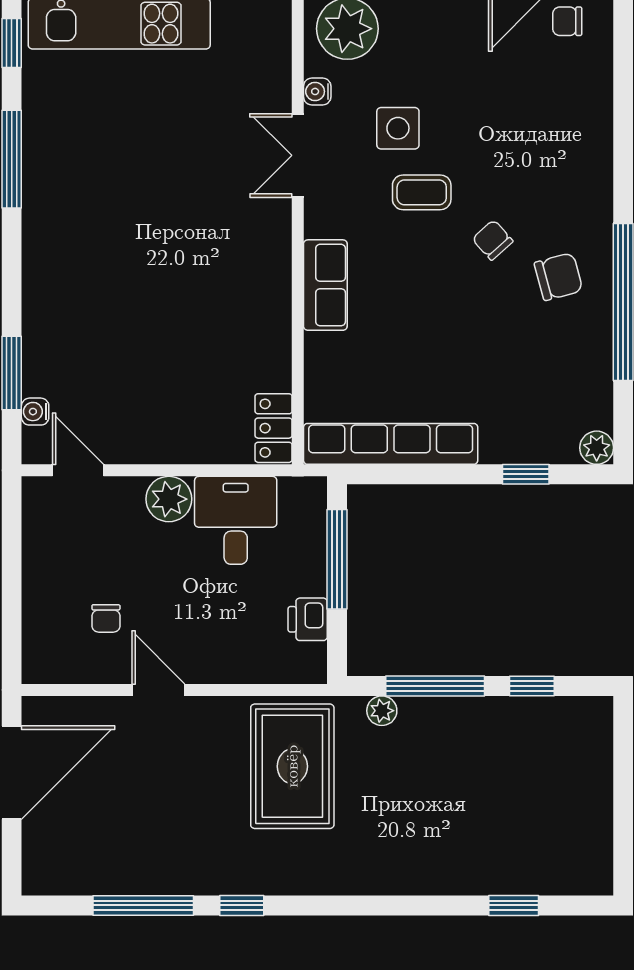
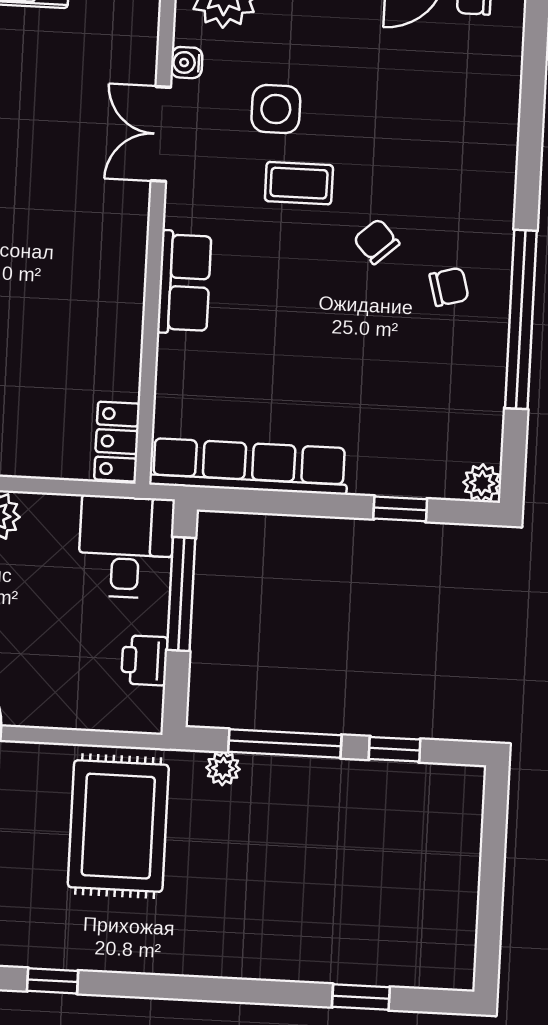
chair: (558, 277) -> (449, 287), width x0.73, depth x0.73
desk: (236, 520) -> (126, 547), moved

